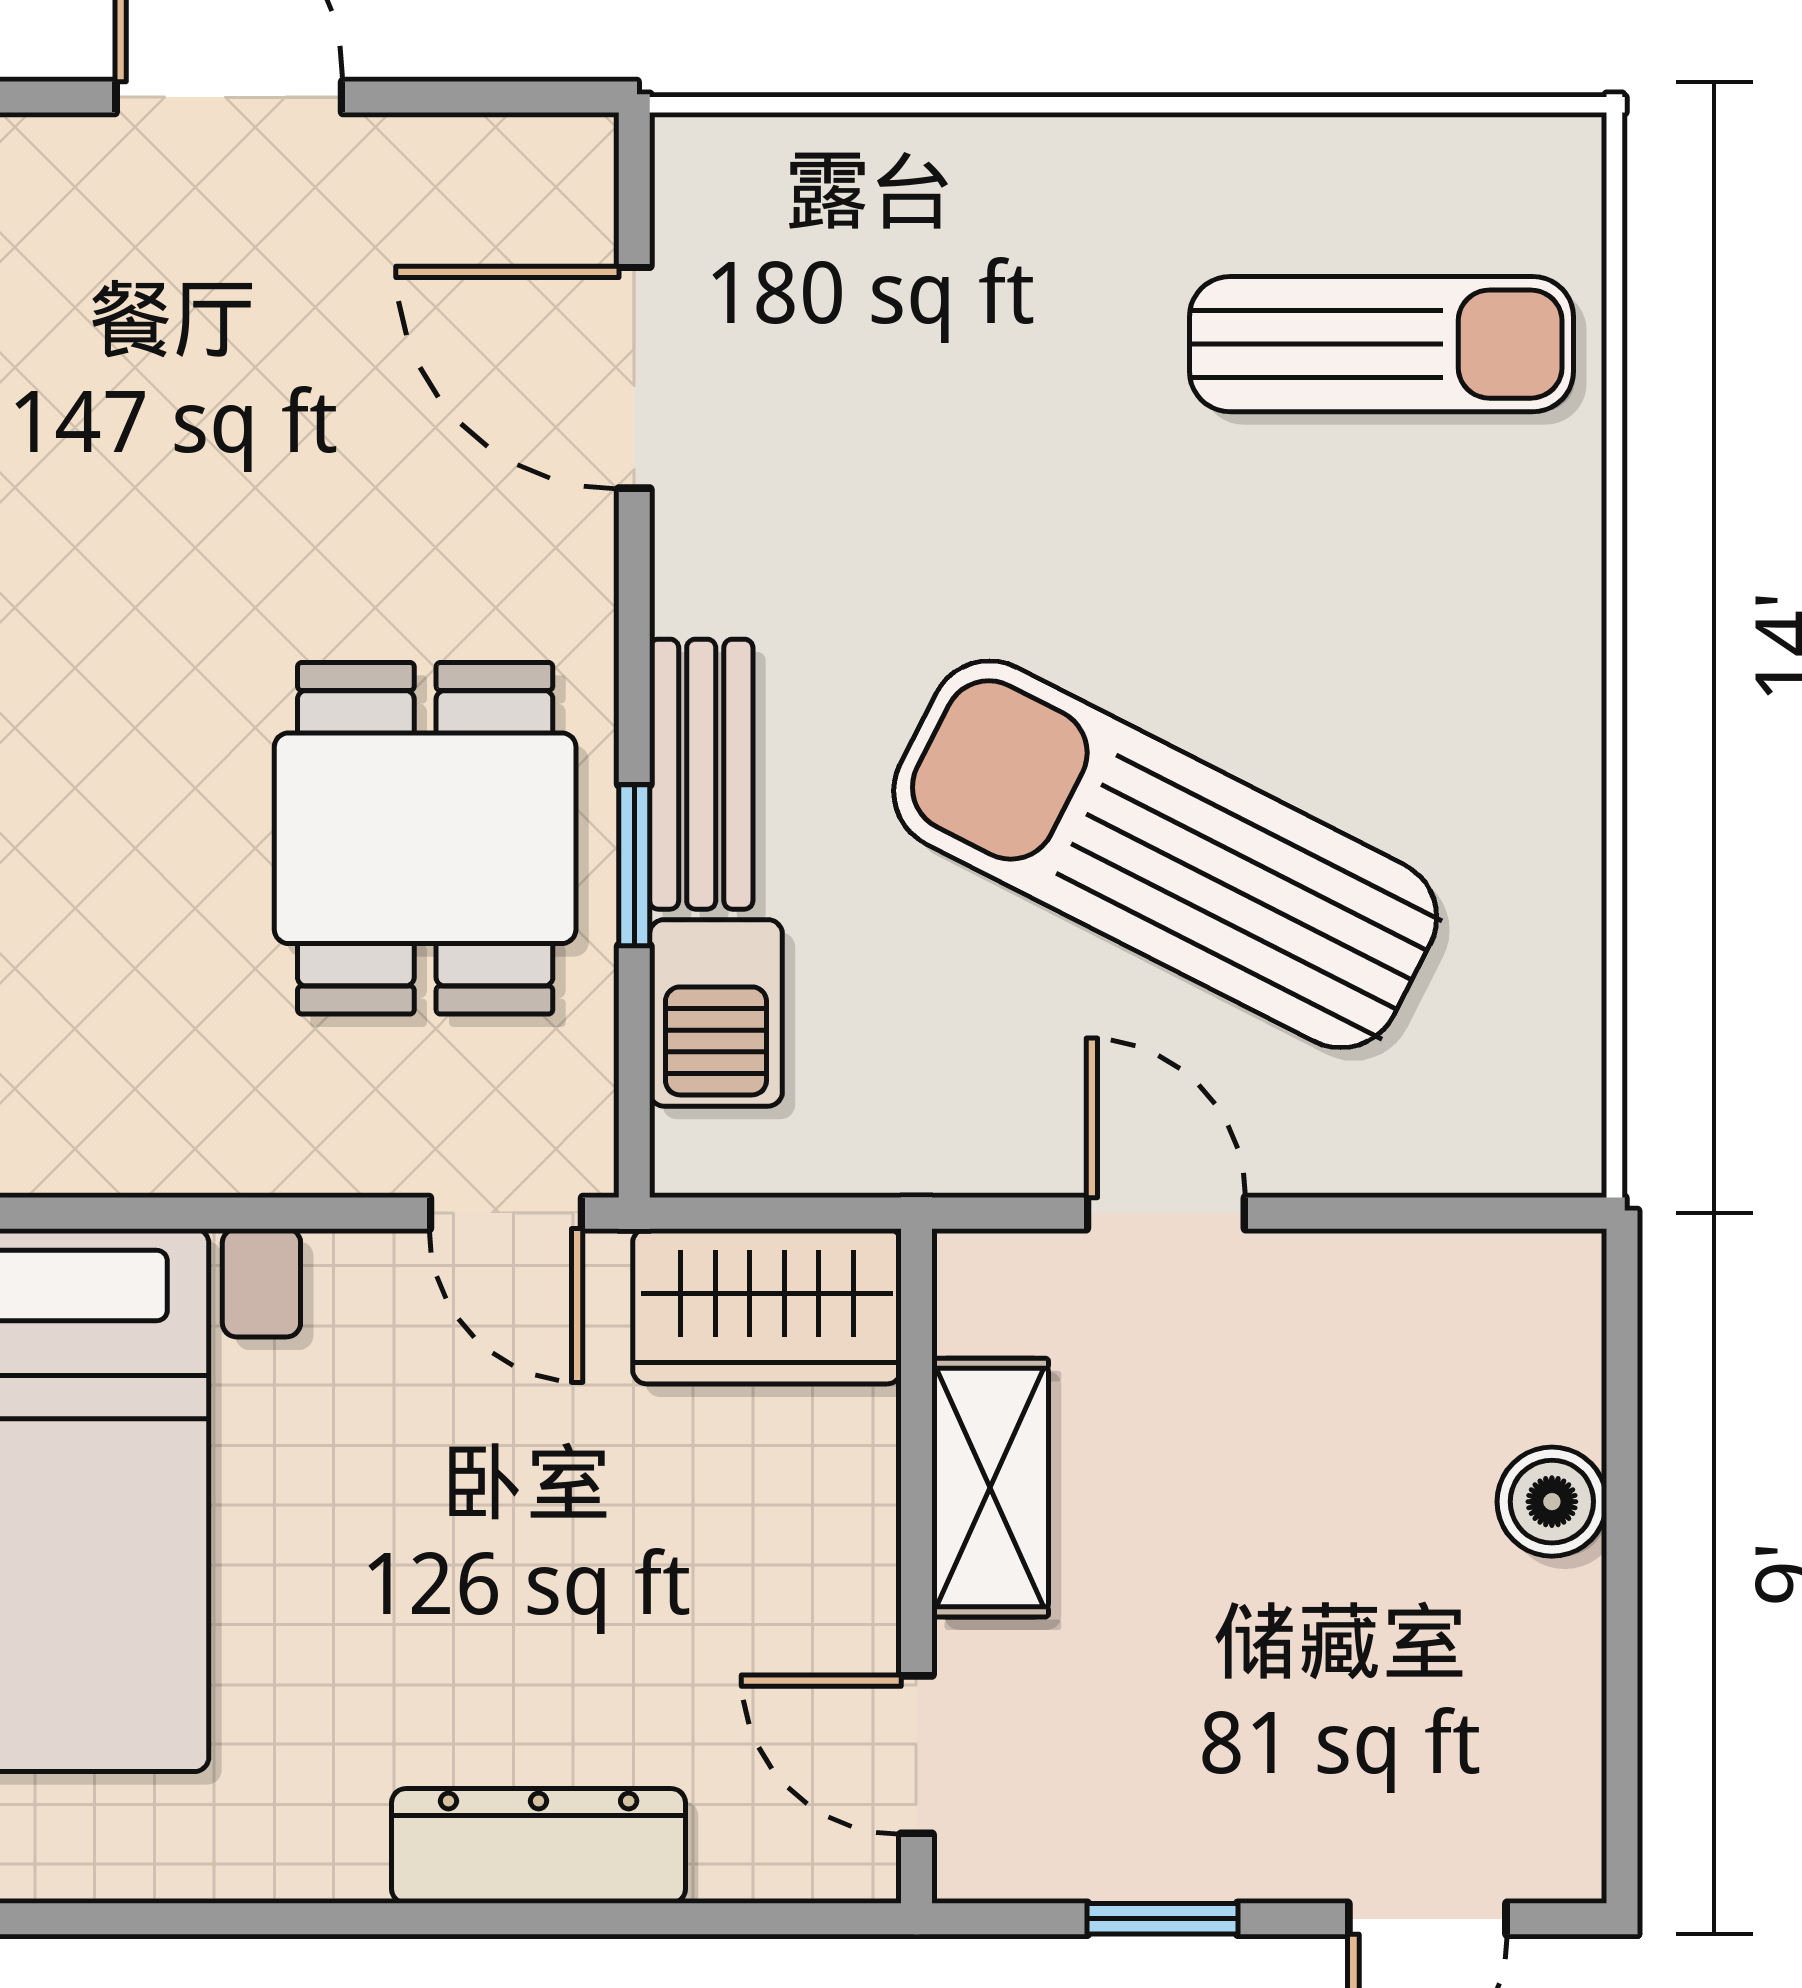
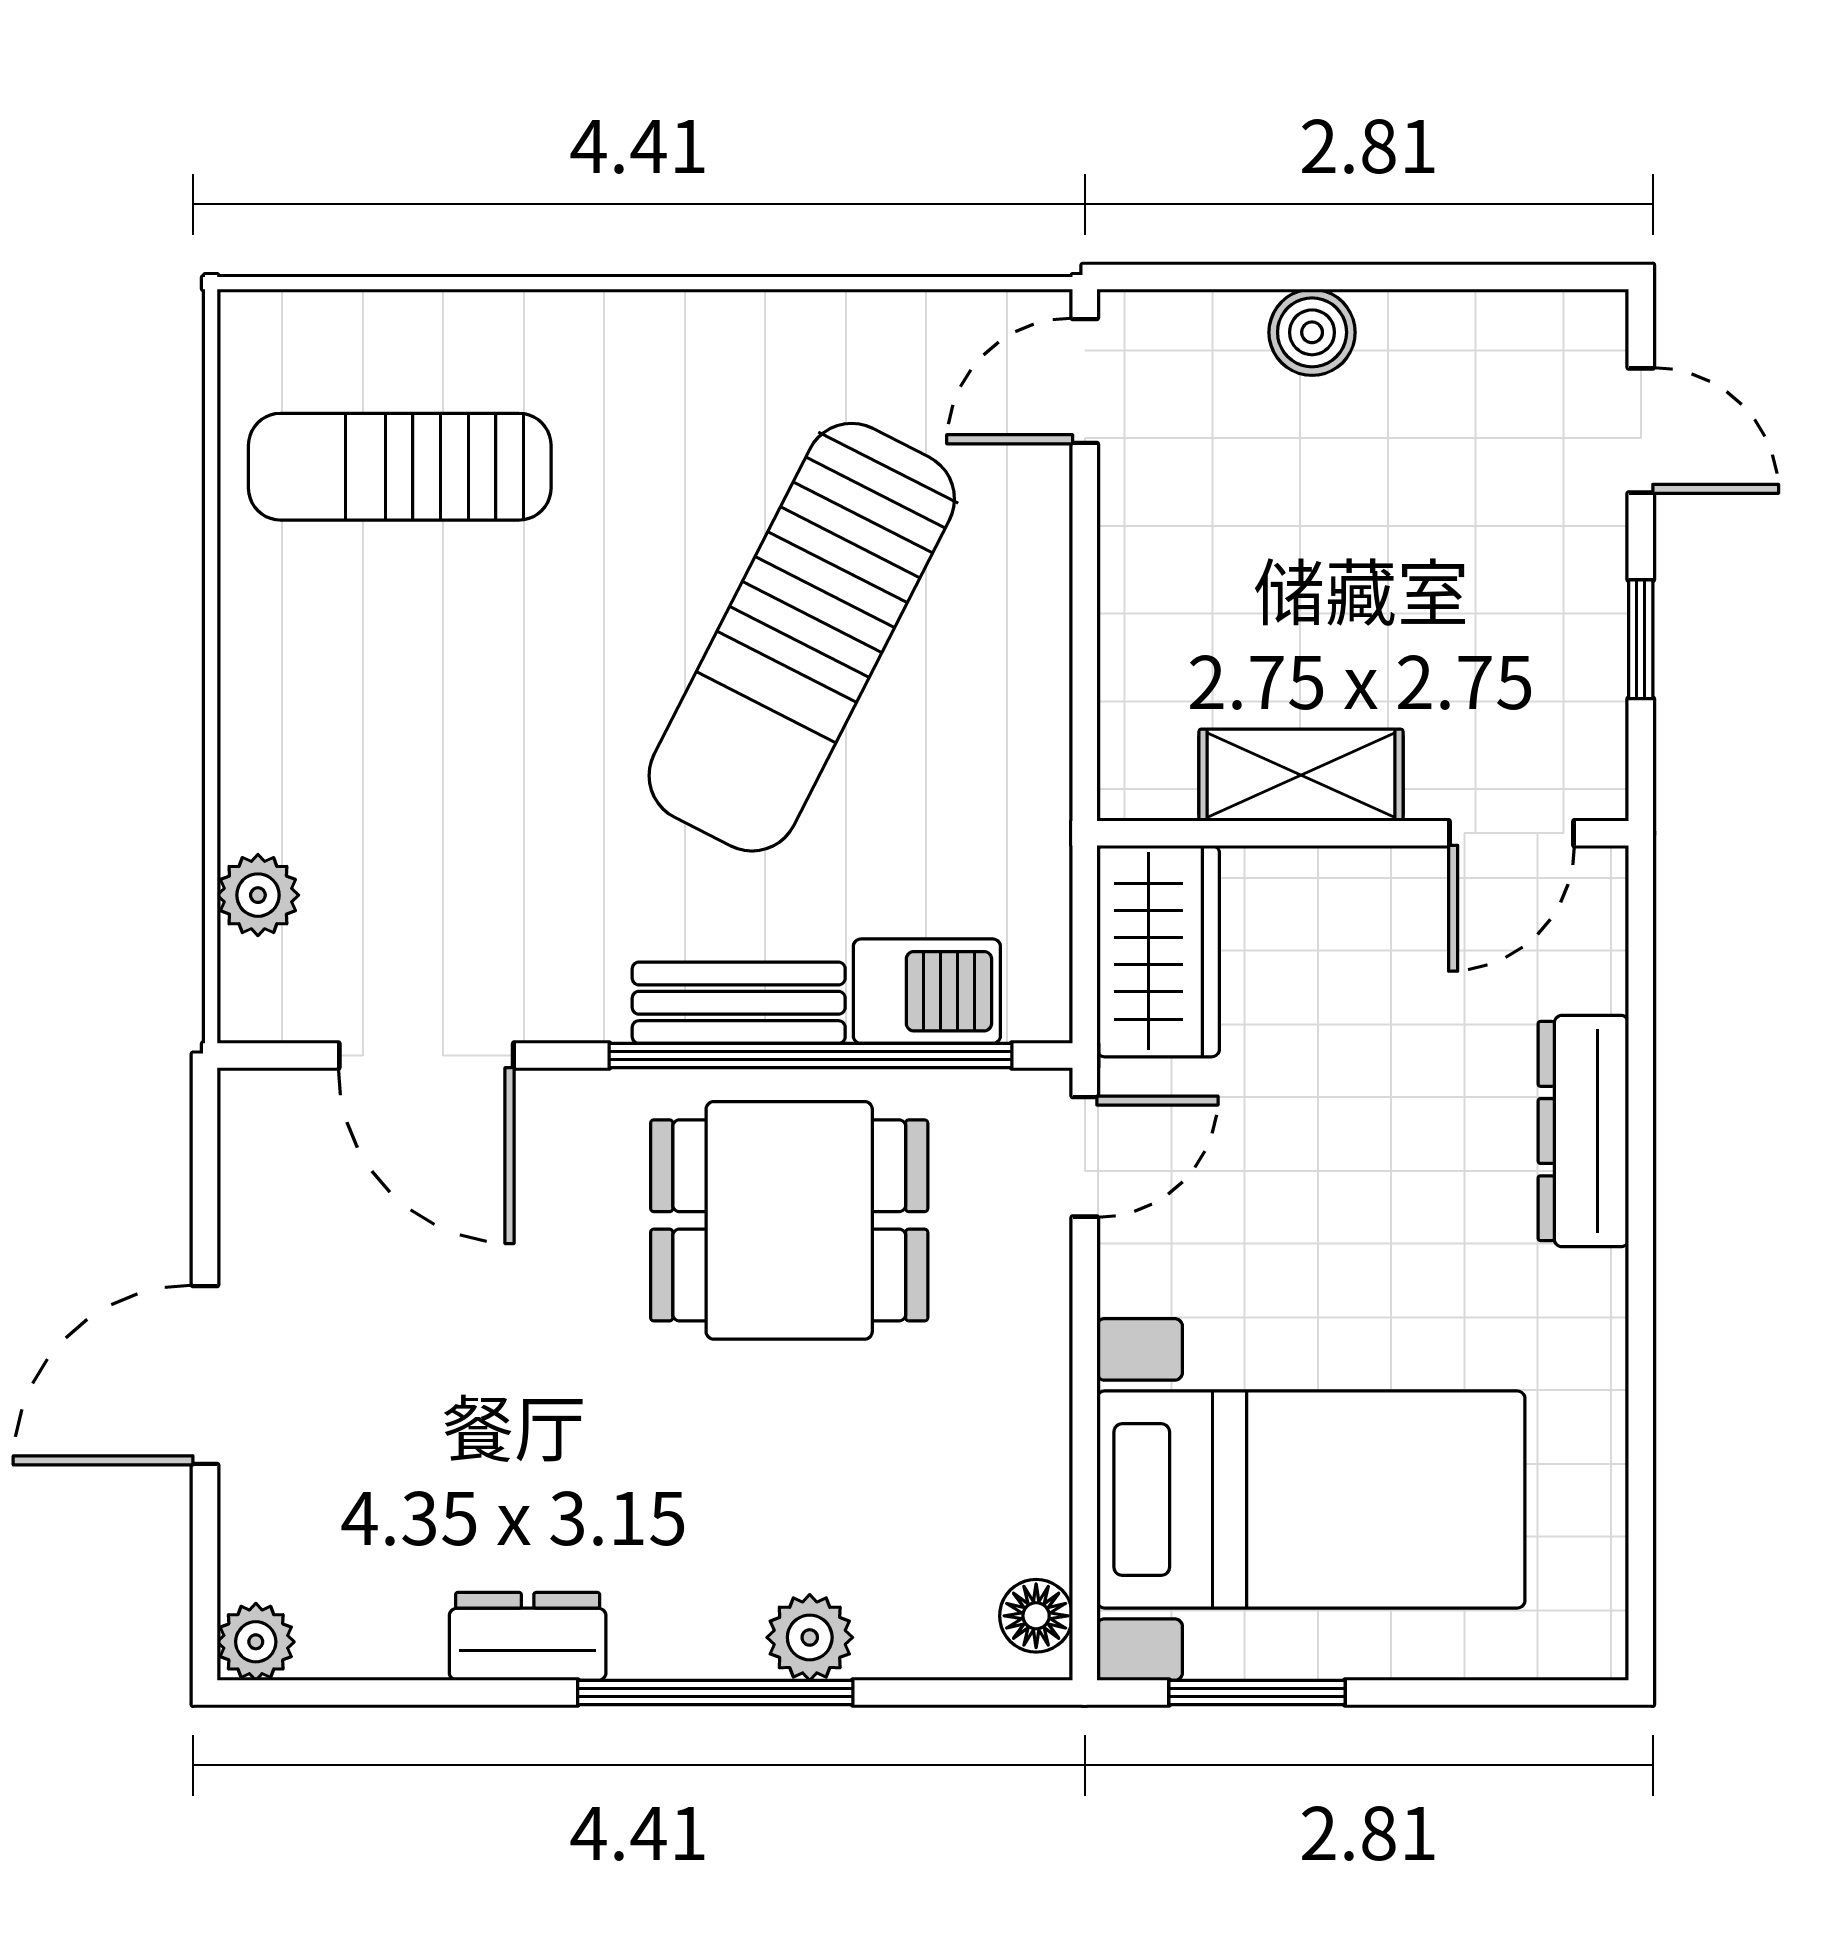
plant: (838, 164) -> (258, 895), added
sun lounger: (1381, 344) -> (400, 467), turned -90
door: (634, 378) -> (426, 1056), hinge flipped
window: (634, 865) -> (811, 1056), width x3.17
door: (1166, 1213) -> (1085, 381), moved

